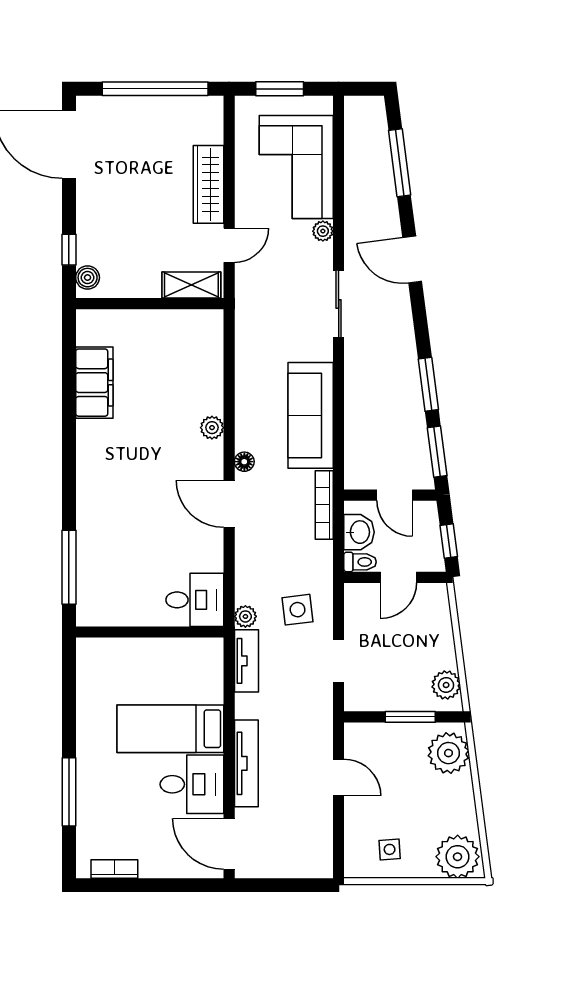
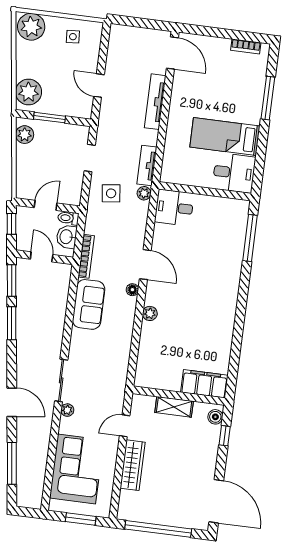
plant: (323, 231) -> (67, 410), moved
shelving: (191, 285) -> (174, 407), moved
filing cabinet: (94, 383) -> (204, 384), moved, turned 90
sofa: (311, 415) -> (89, 304), width x0.73
bed: (170, 729) -> (225, 137), moved, turned 180
desk: (192, 784) -> (234, 173), moved, turned 180

